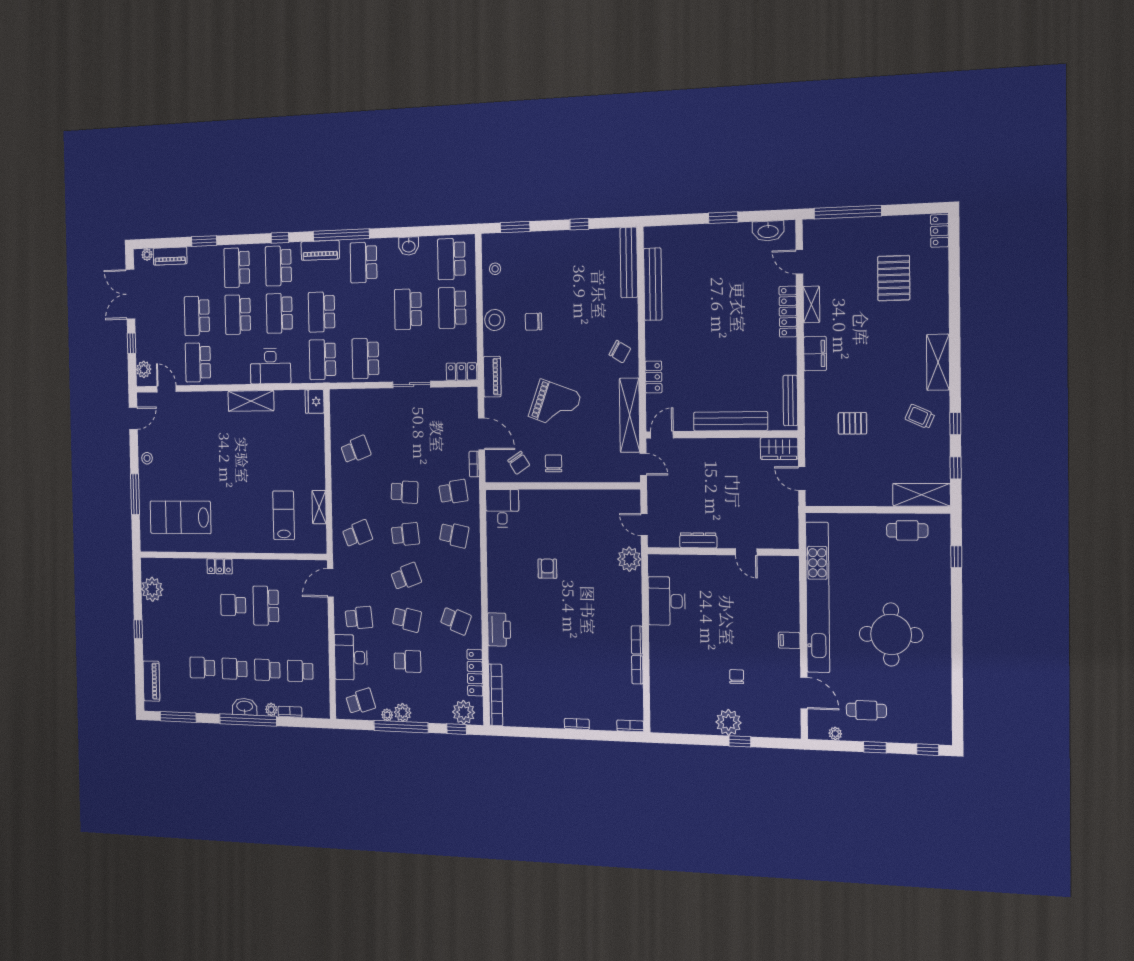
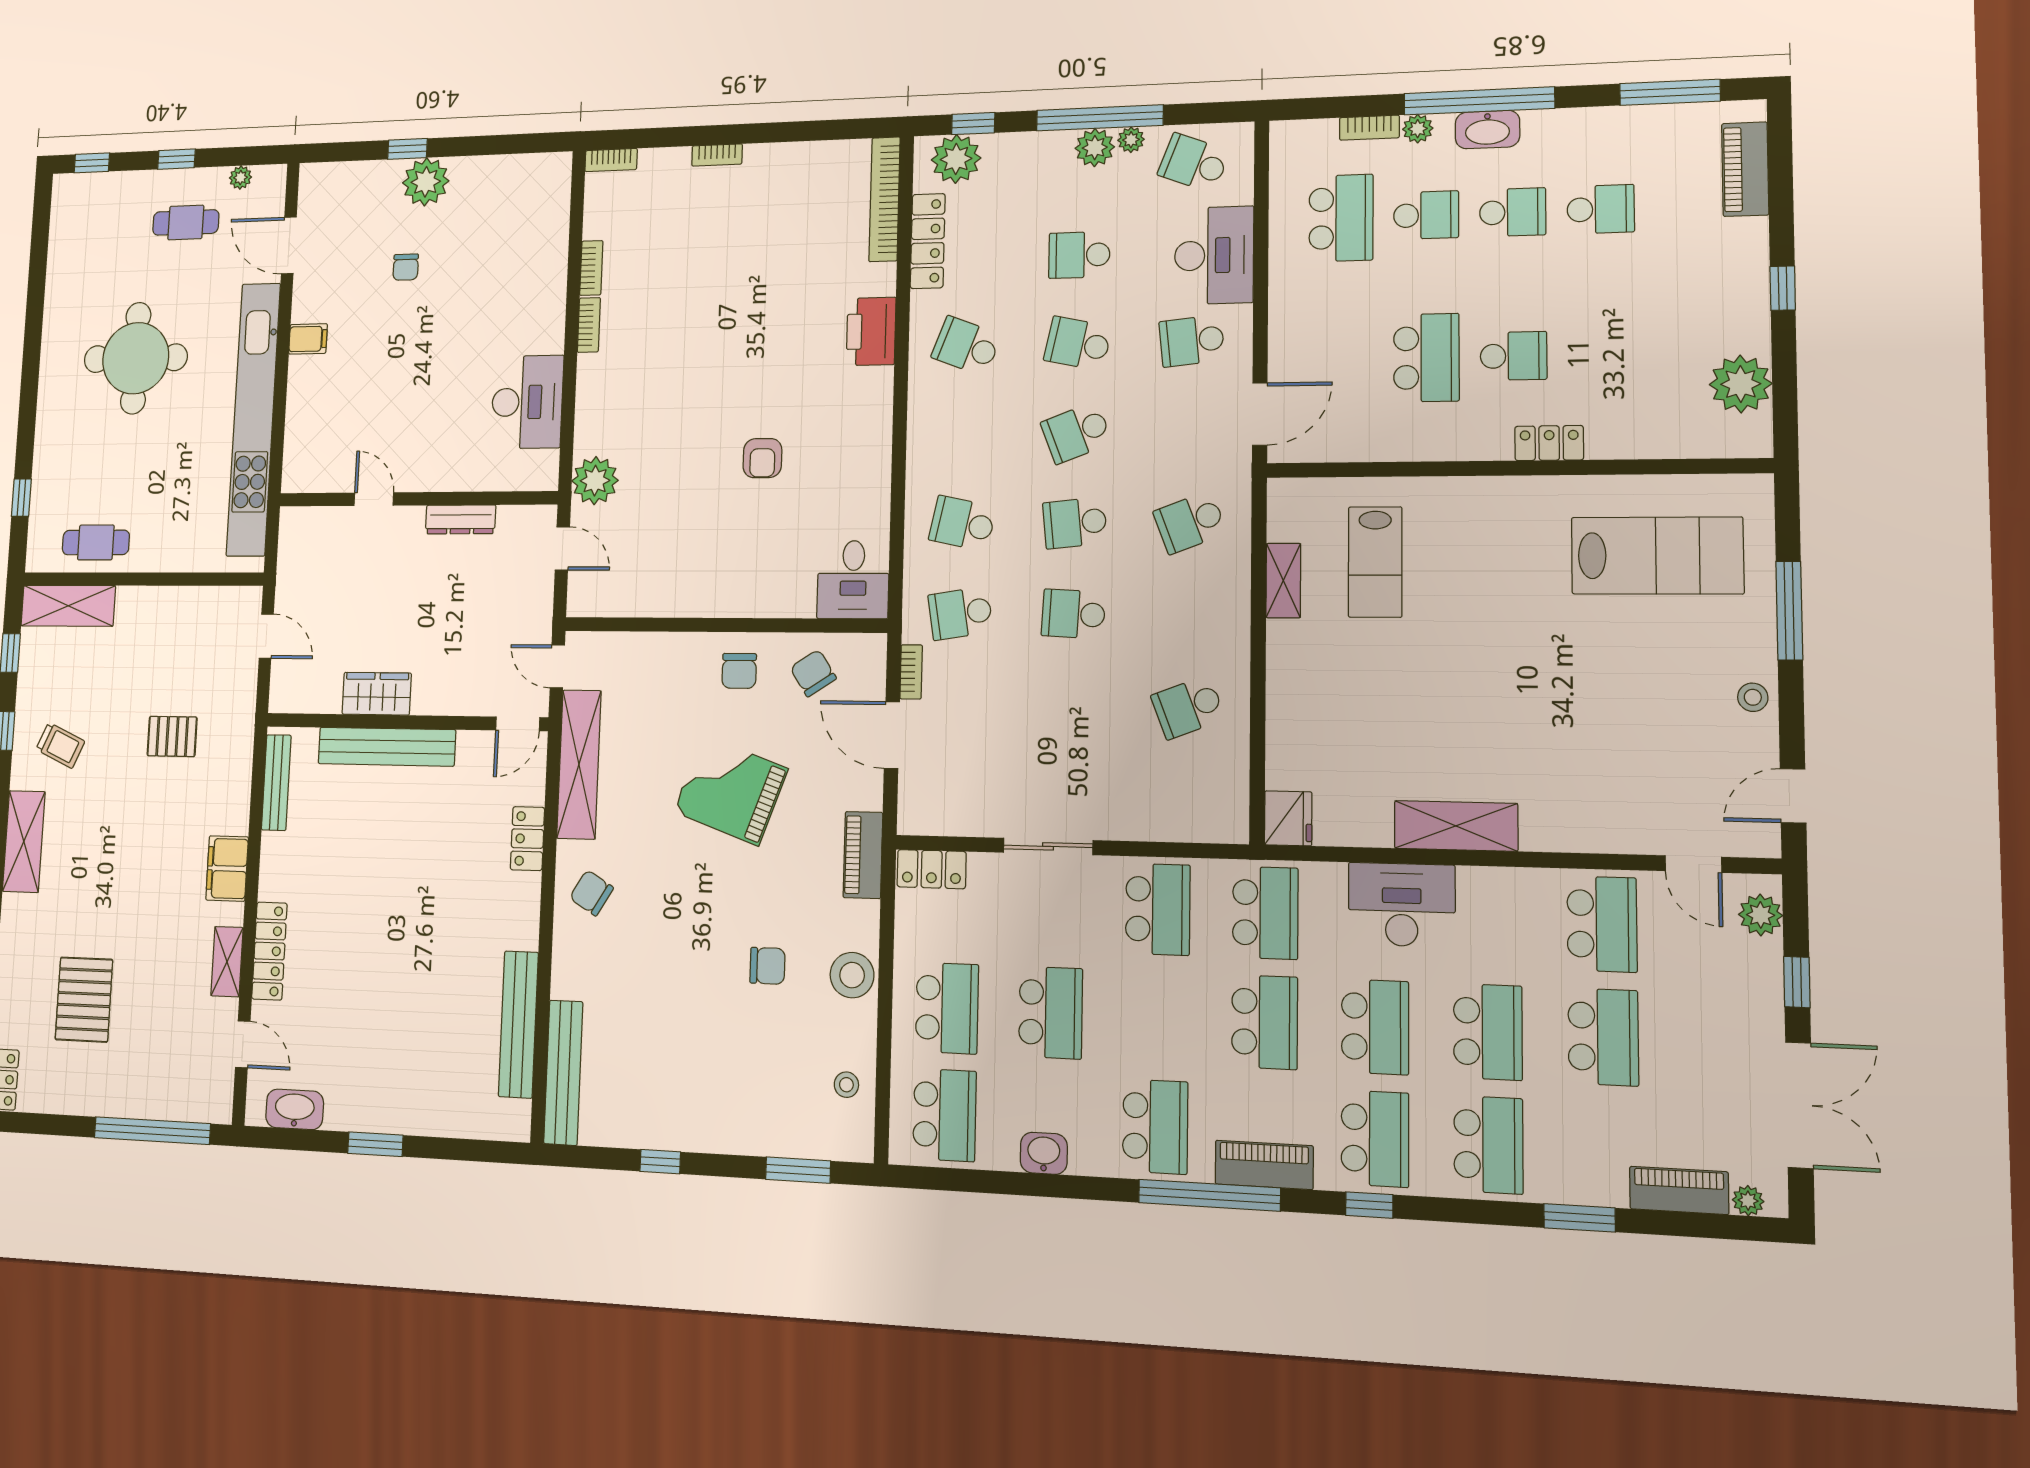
wardrobe: (779, 449) -> (377, 694), moved
school desk: (300, 671) -> (1341, 218), width x1.85
school desk: (360, 702) -> (1194, 163), turned 39

